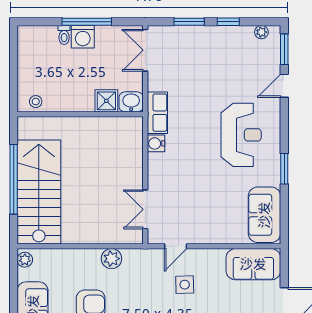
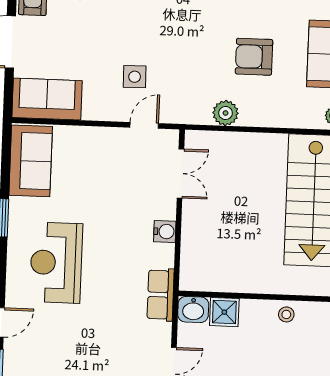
stool: (36, 102) -> (286, 314), moved
water cooler: (156, 143) -> (165, 231), moved

